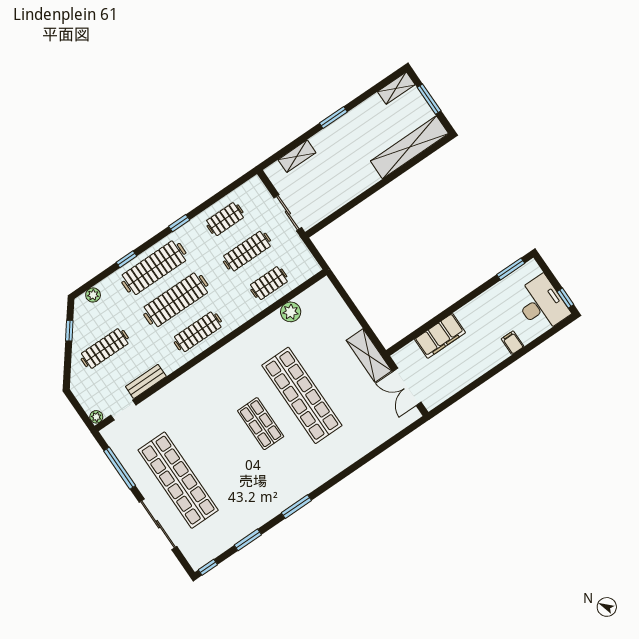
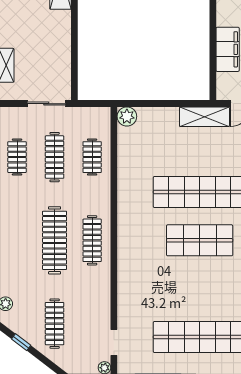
clothes rail: (154, 268) -> (17, 240), removed
plant: (291, 312) -> (127, 116), moved
bench: (146, 381) -> (103, 309), removed
shop shelf: (261, 424) -> (200, 240), width x1.43, depth x1.36

